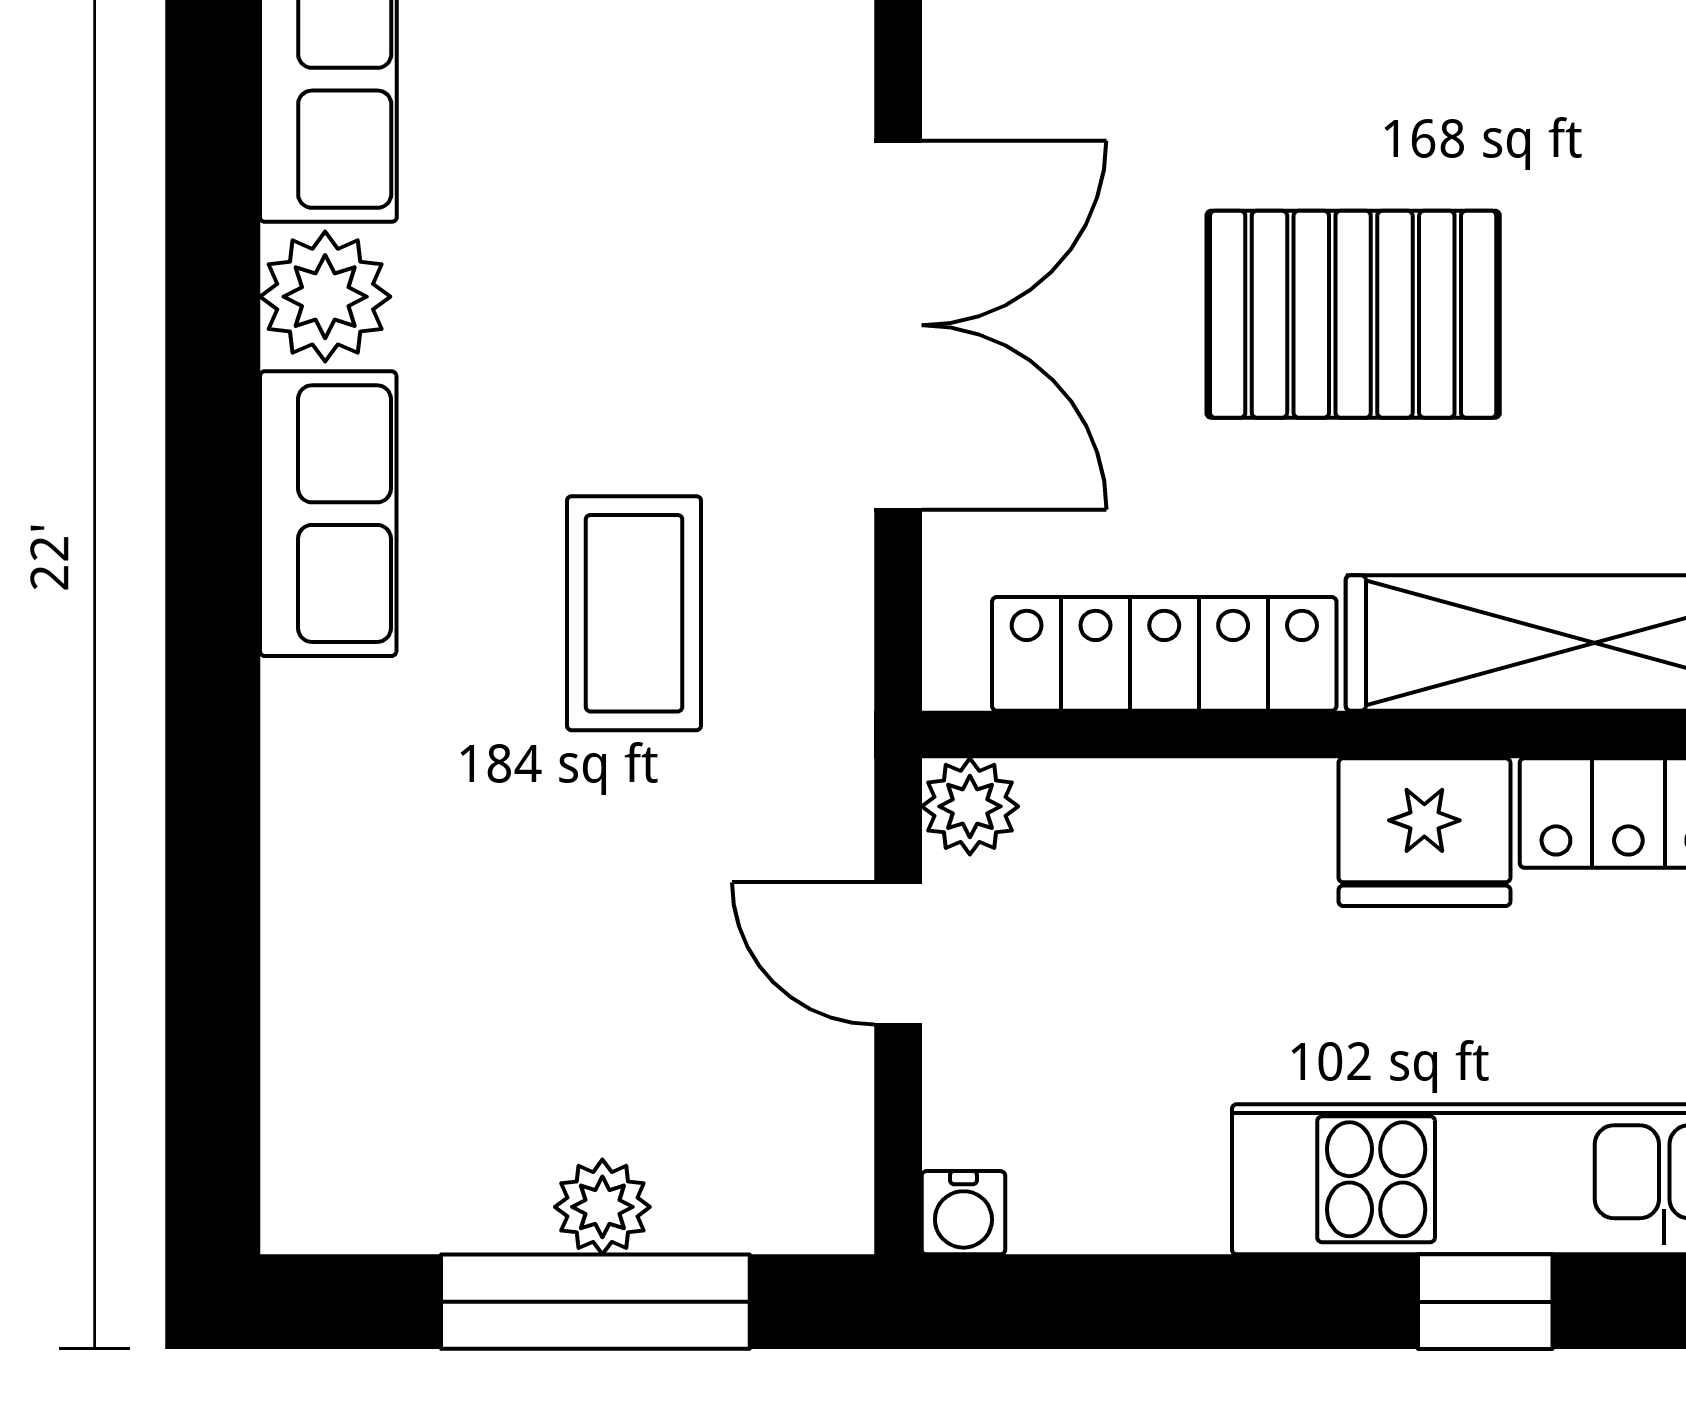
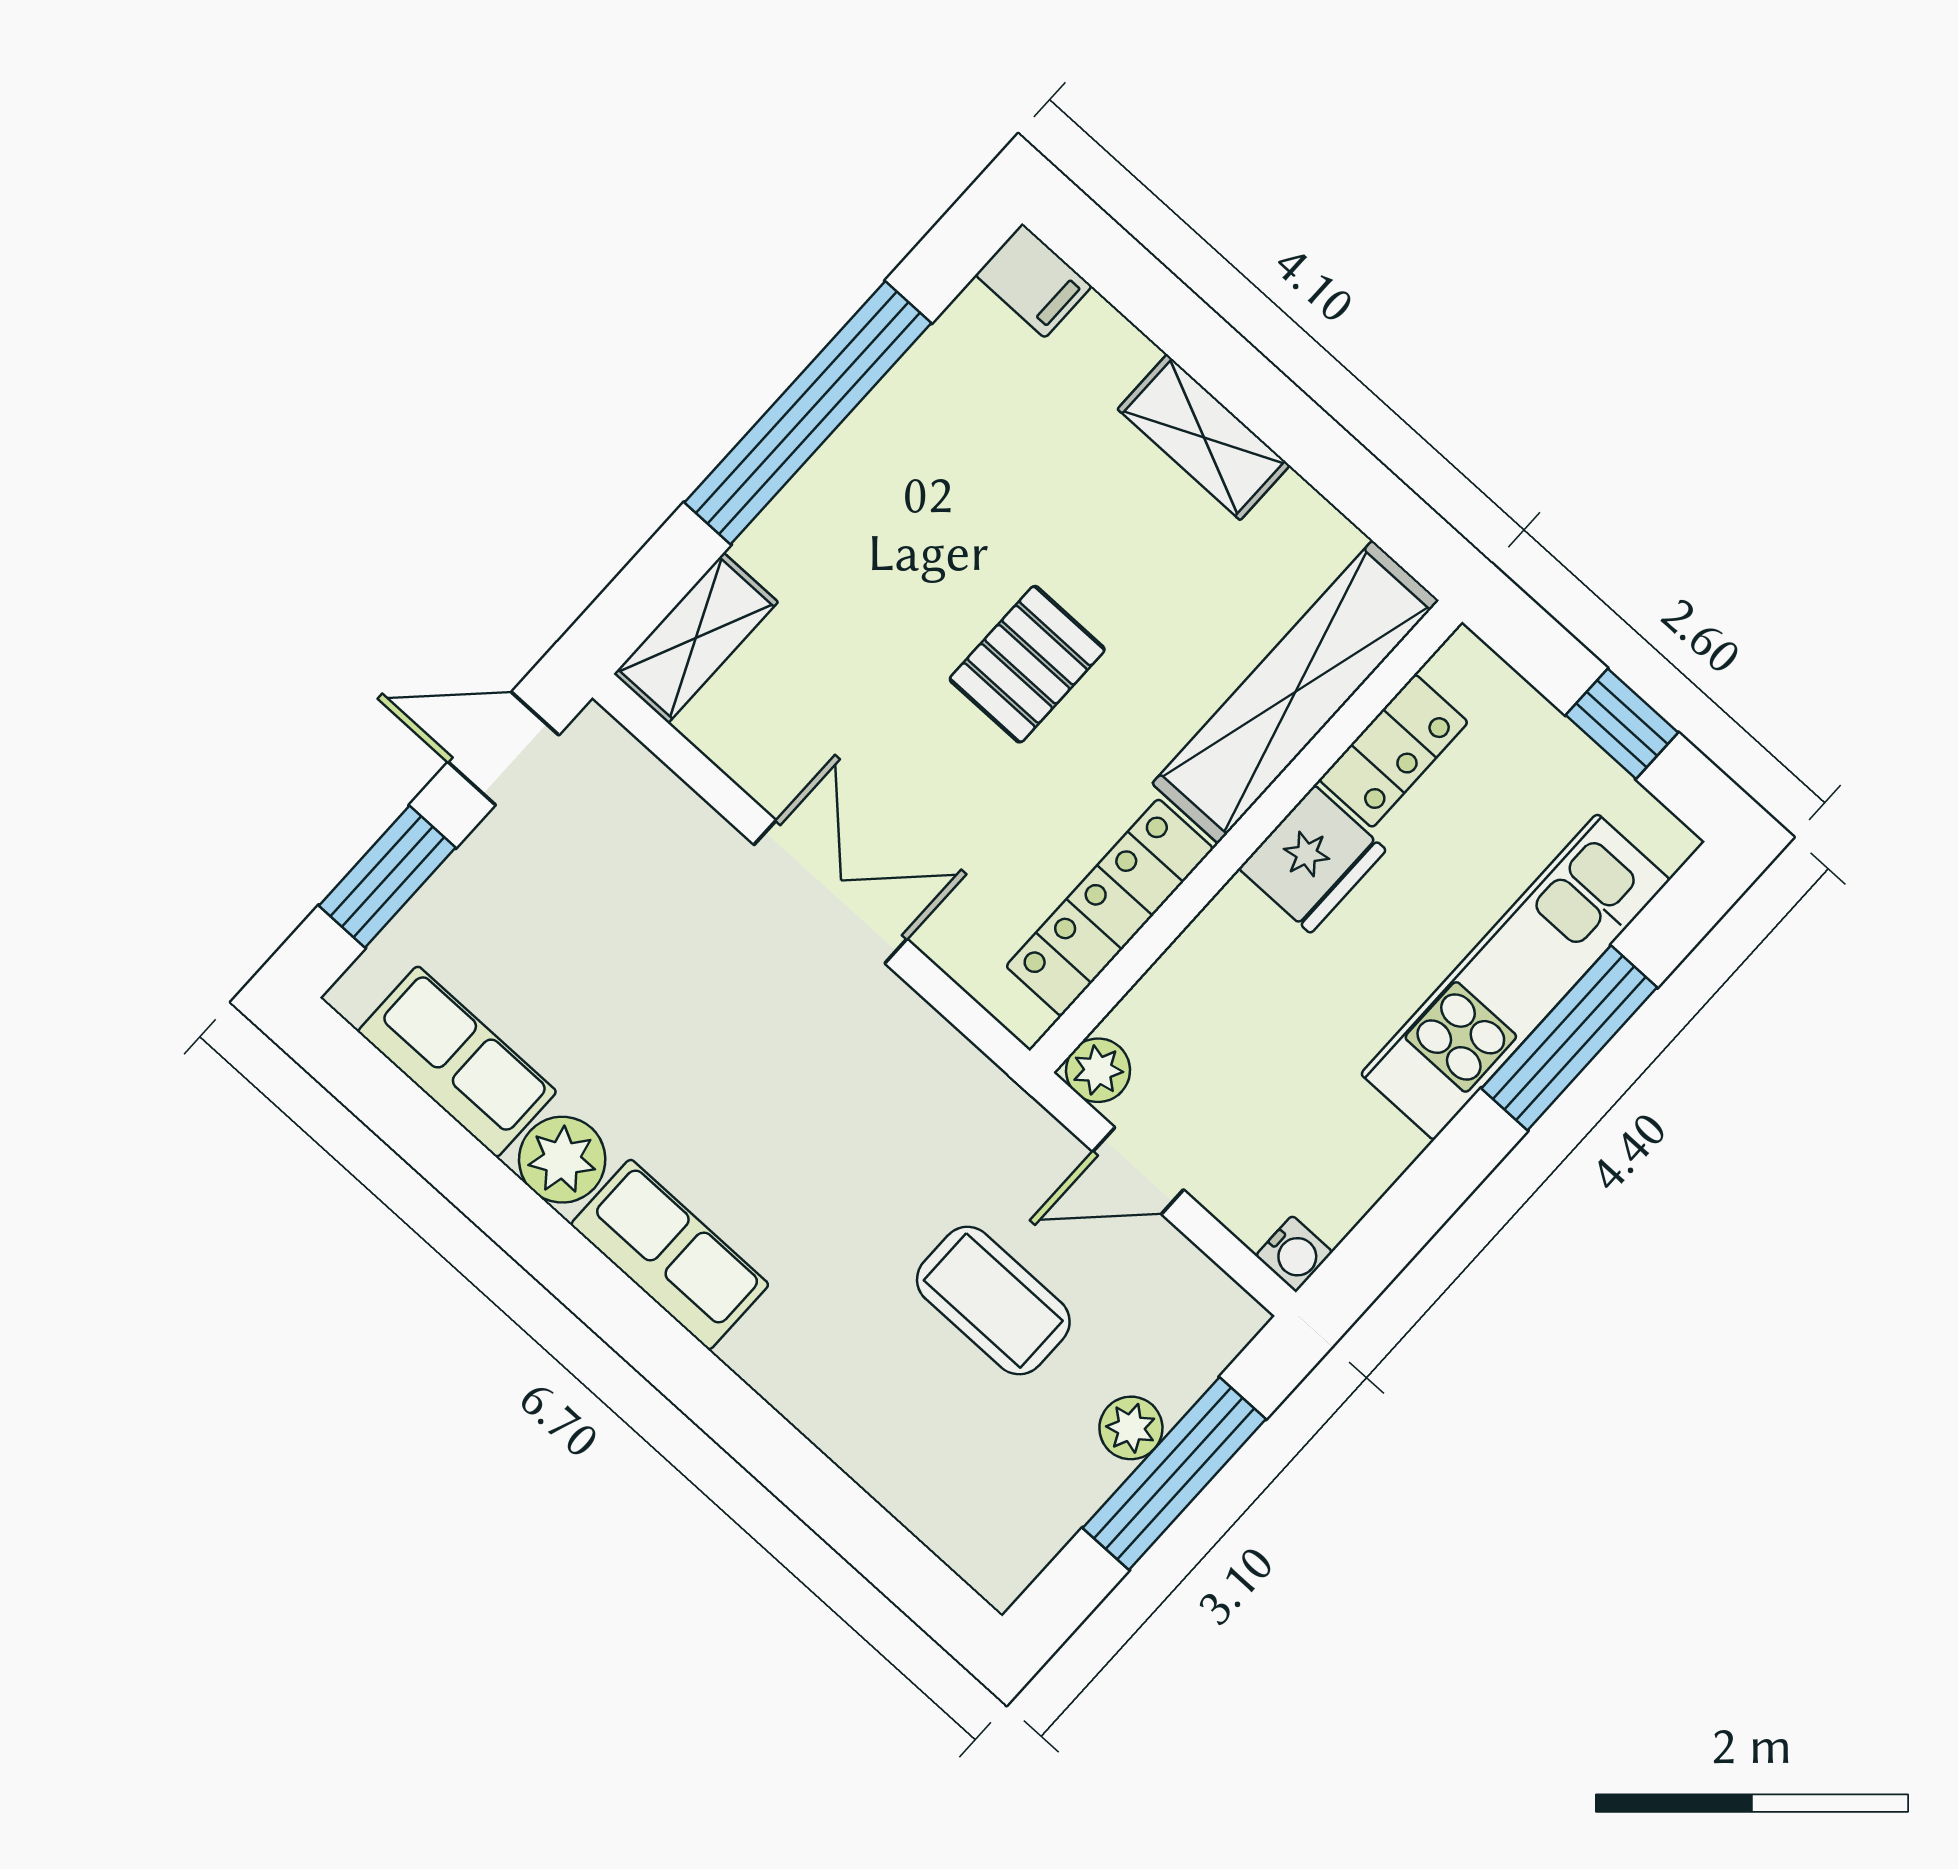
pallet: (1353, 314) -> (1027, 664), width x0.67, depth x0.71
double door: (898, 325) -> (831, 892), width x0.73
coffee table: (634, 613) -> (993, 1301), moved
window: (1485, 1302) -> (1569, 1038), width x2.17

